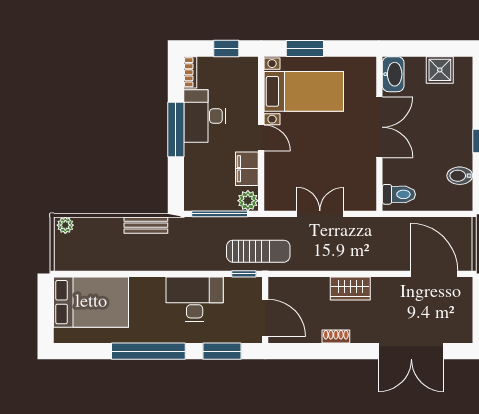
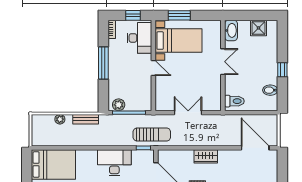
desk: (205, 116) -> (139, 38), moved, turned 180
double door: (379, 127) -> (223, 62), width x0.73
filing cabinet: (247, 169) -> (145, 86), removed
plant: (248, 201) -> (119, 105), moved
plant: (65, 225) -> (60, 119), moved

